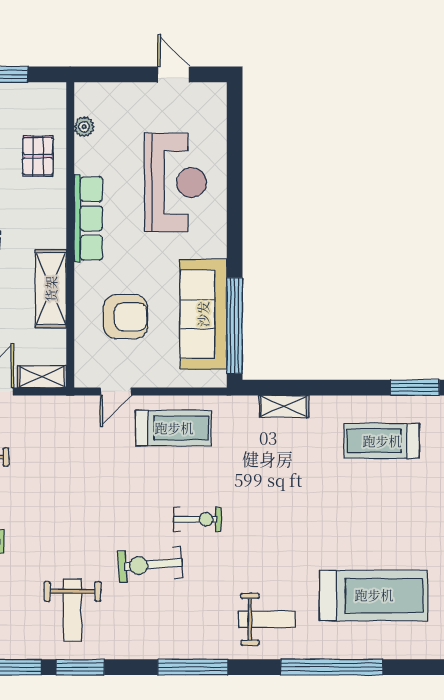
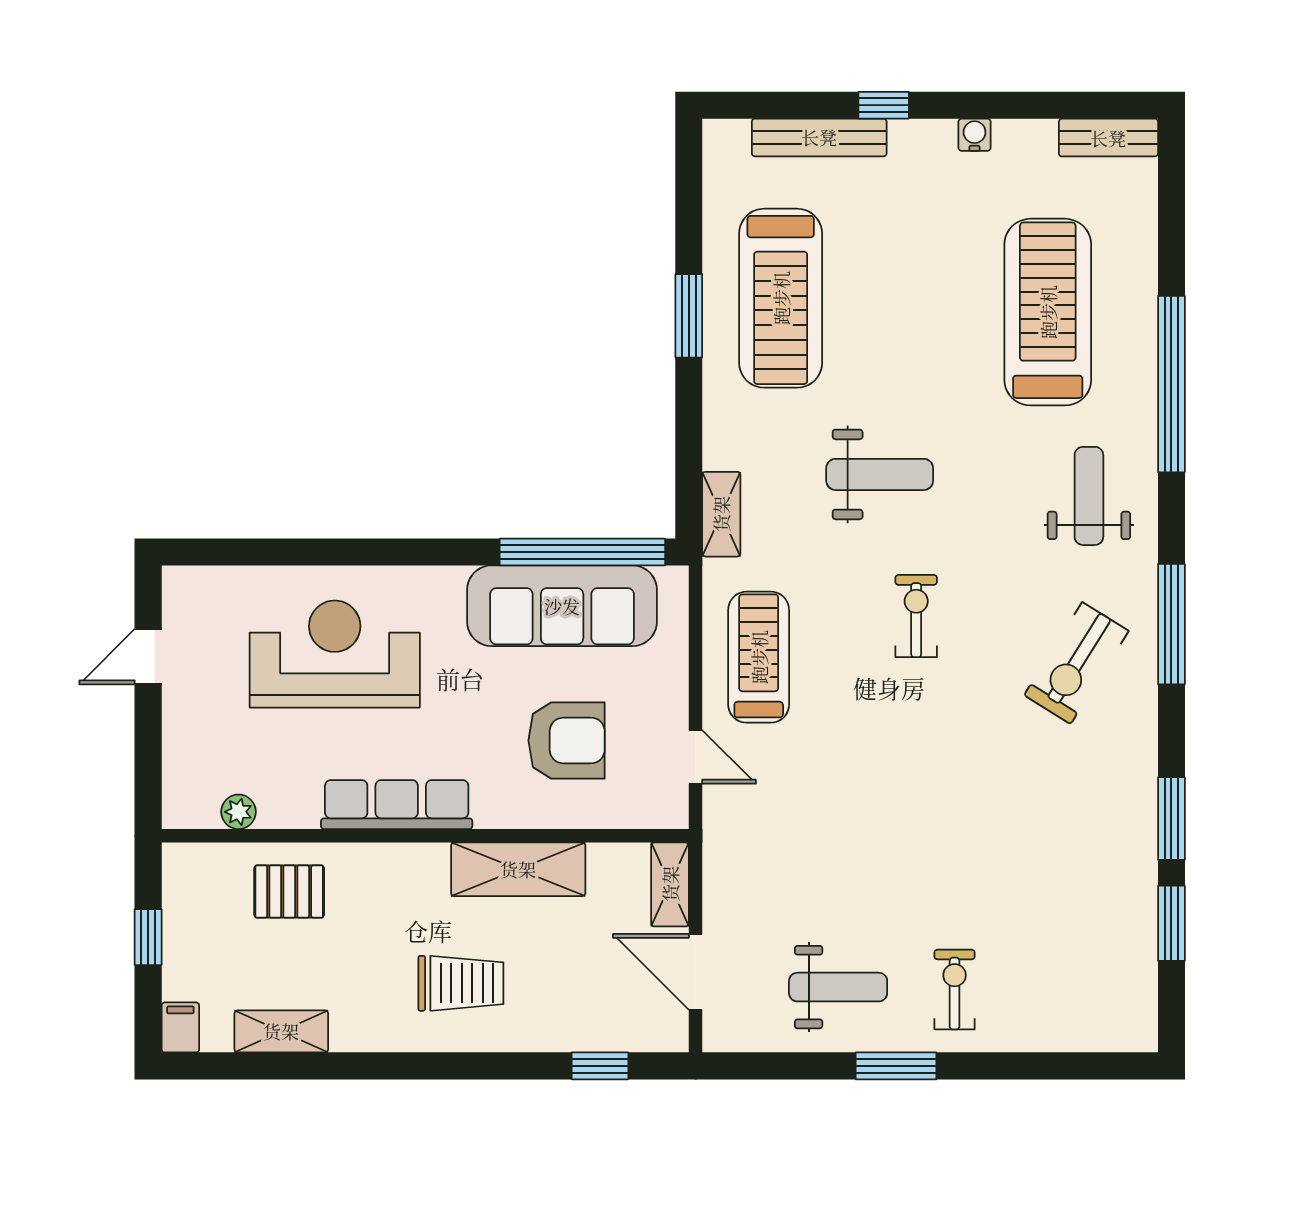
armchair: (125, 317) -> (566, 740), turned 90
window: (415, 388) -> (689, 316), moved
shelving: (284, 406) -> (721, 514), moved
treadmill: (382, 441) -> (781, 298), width x1.37, depth x1.38
exercise bike: (150, 565) -> (1076, 663), moved, turned 36
weight bench: (72, 610) -> (880, 474), moved

